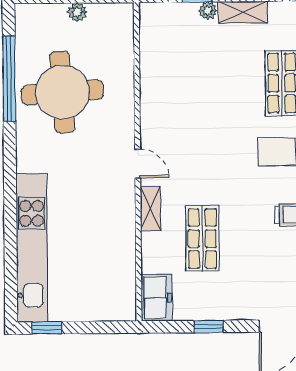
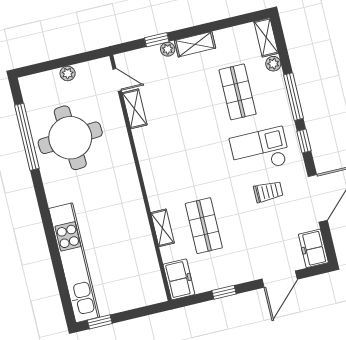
shelving: (150, 75) -> (135, 109), added
door: (138, 164) -> (117, 80), moved
shelving: (150, 208) -> (162, 228), moved

